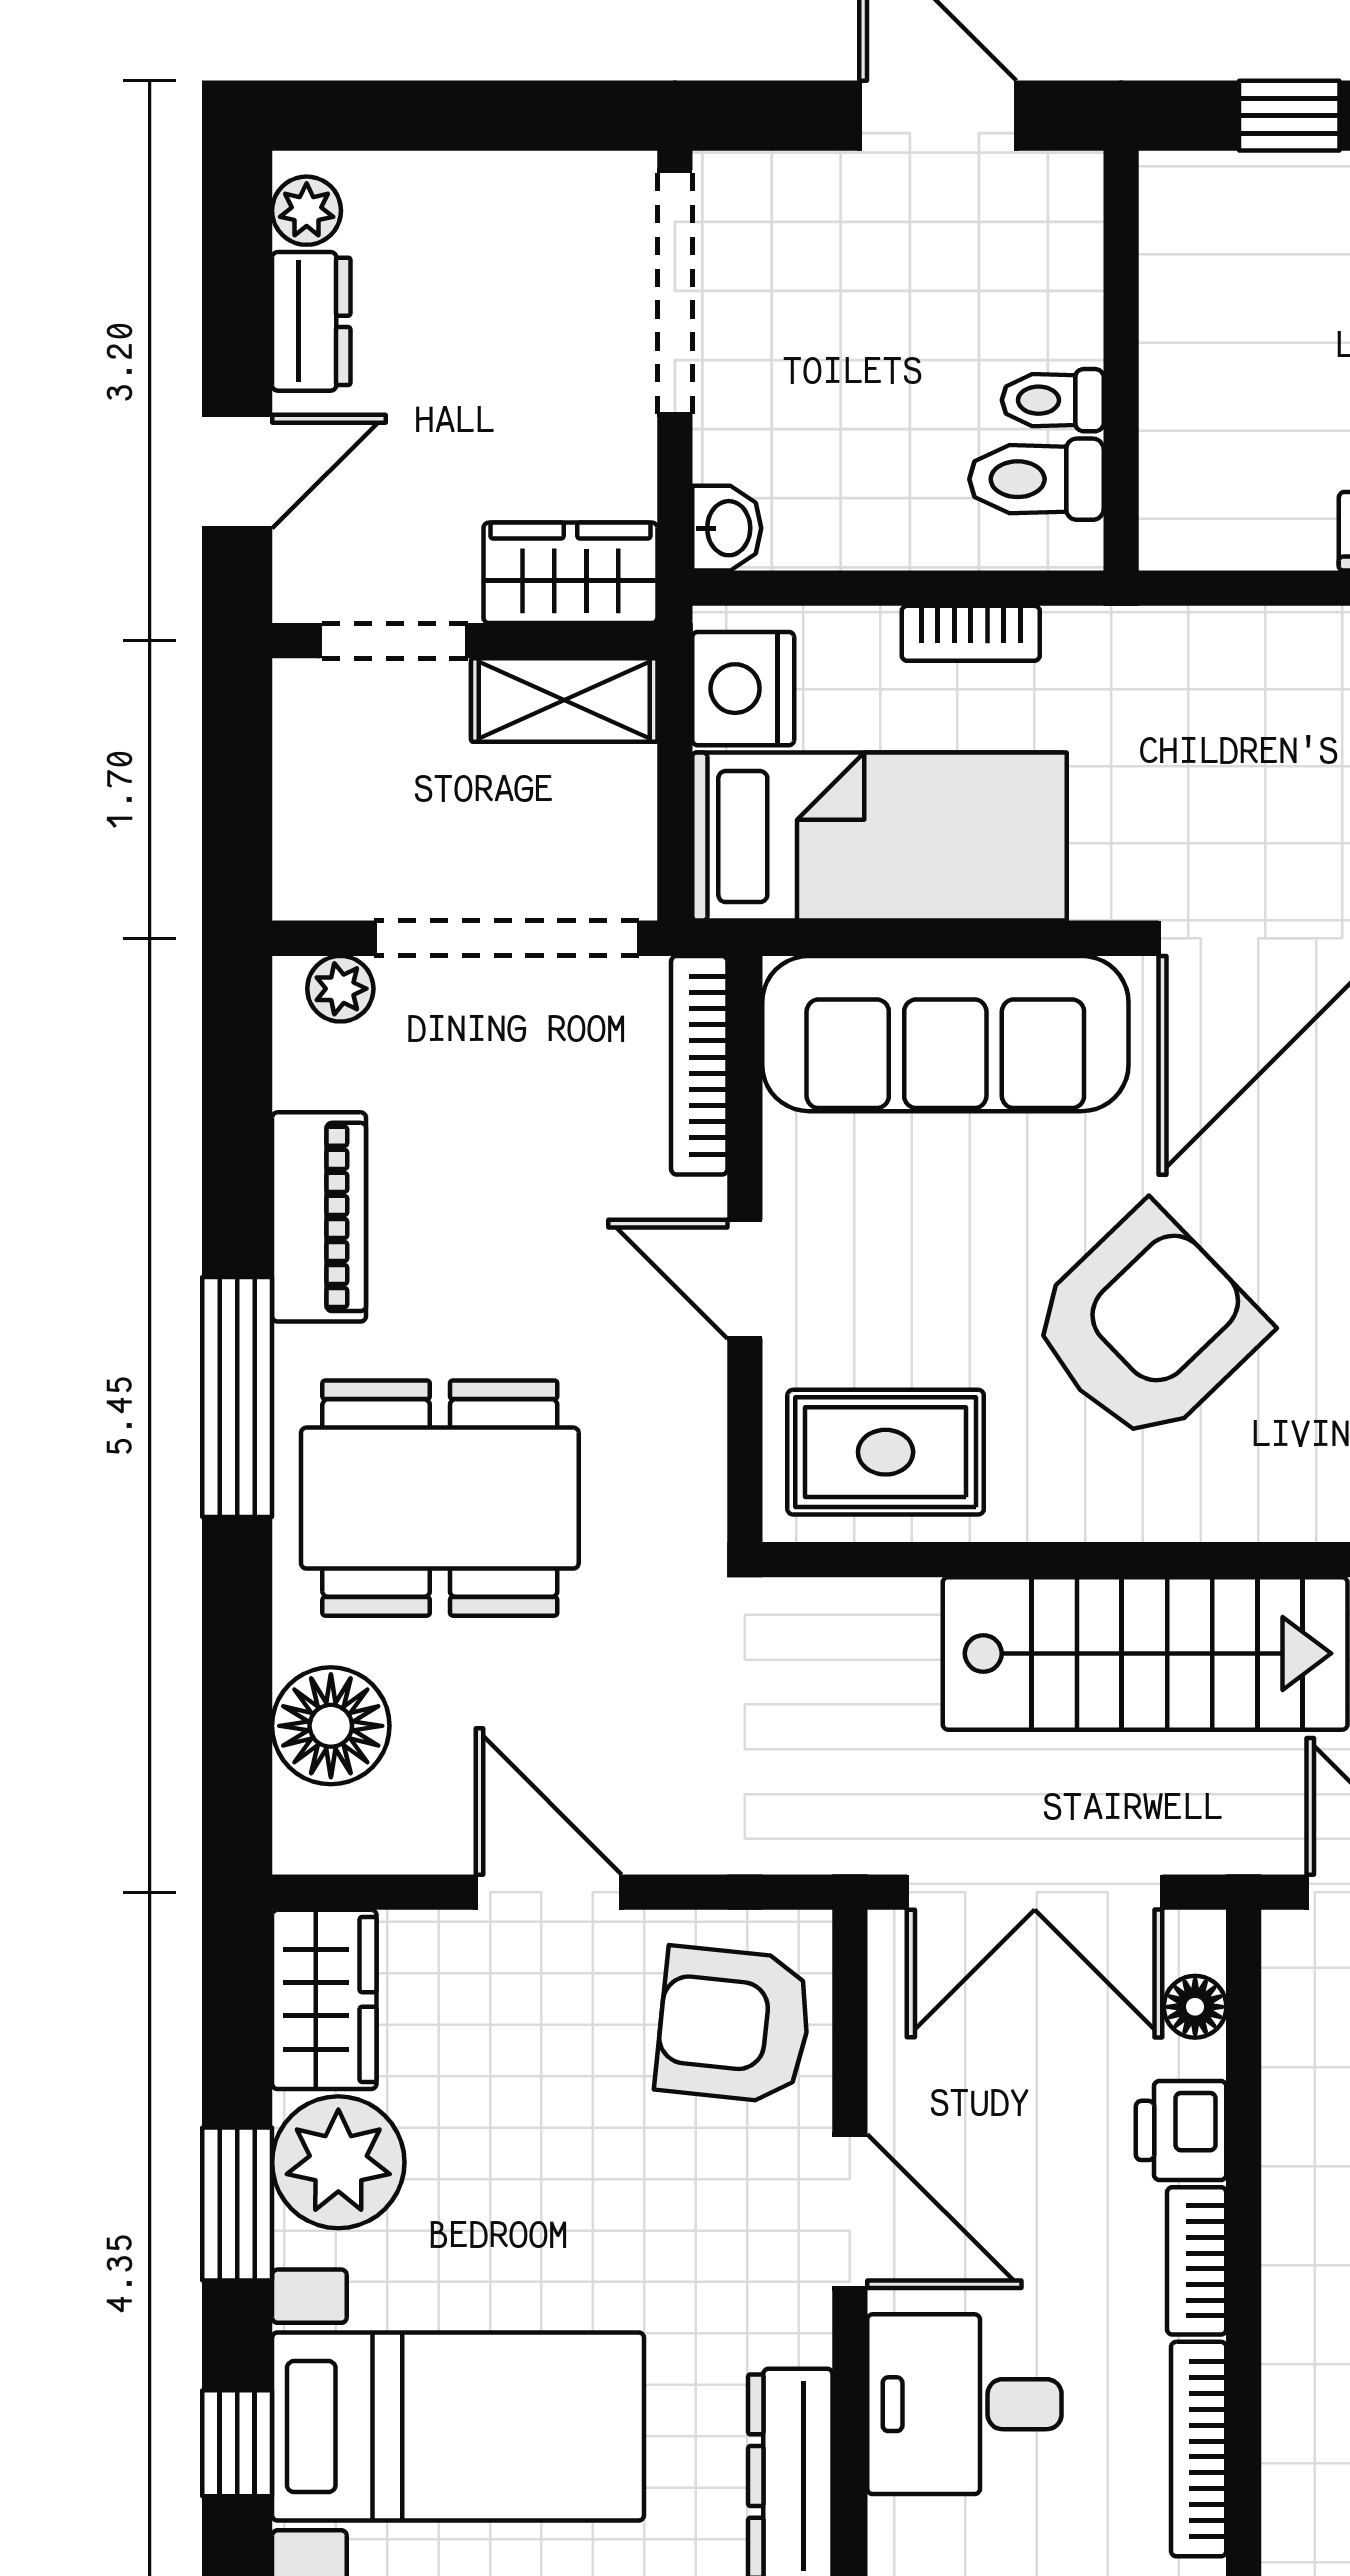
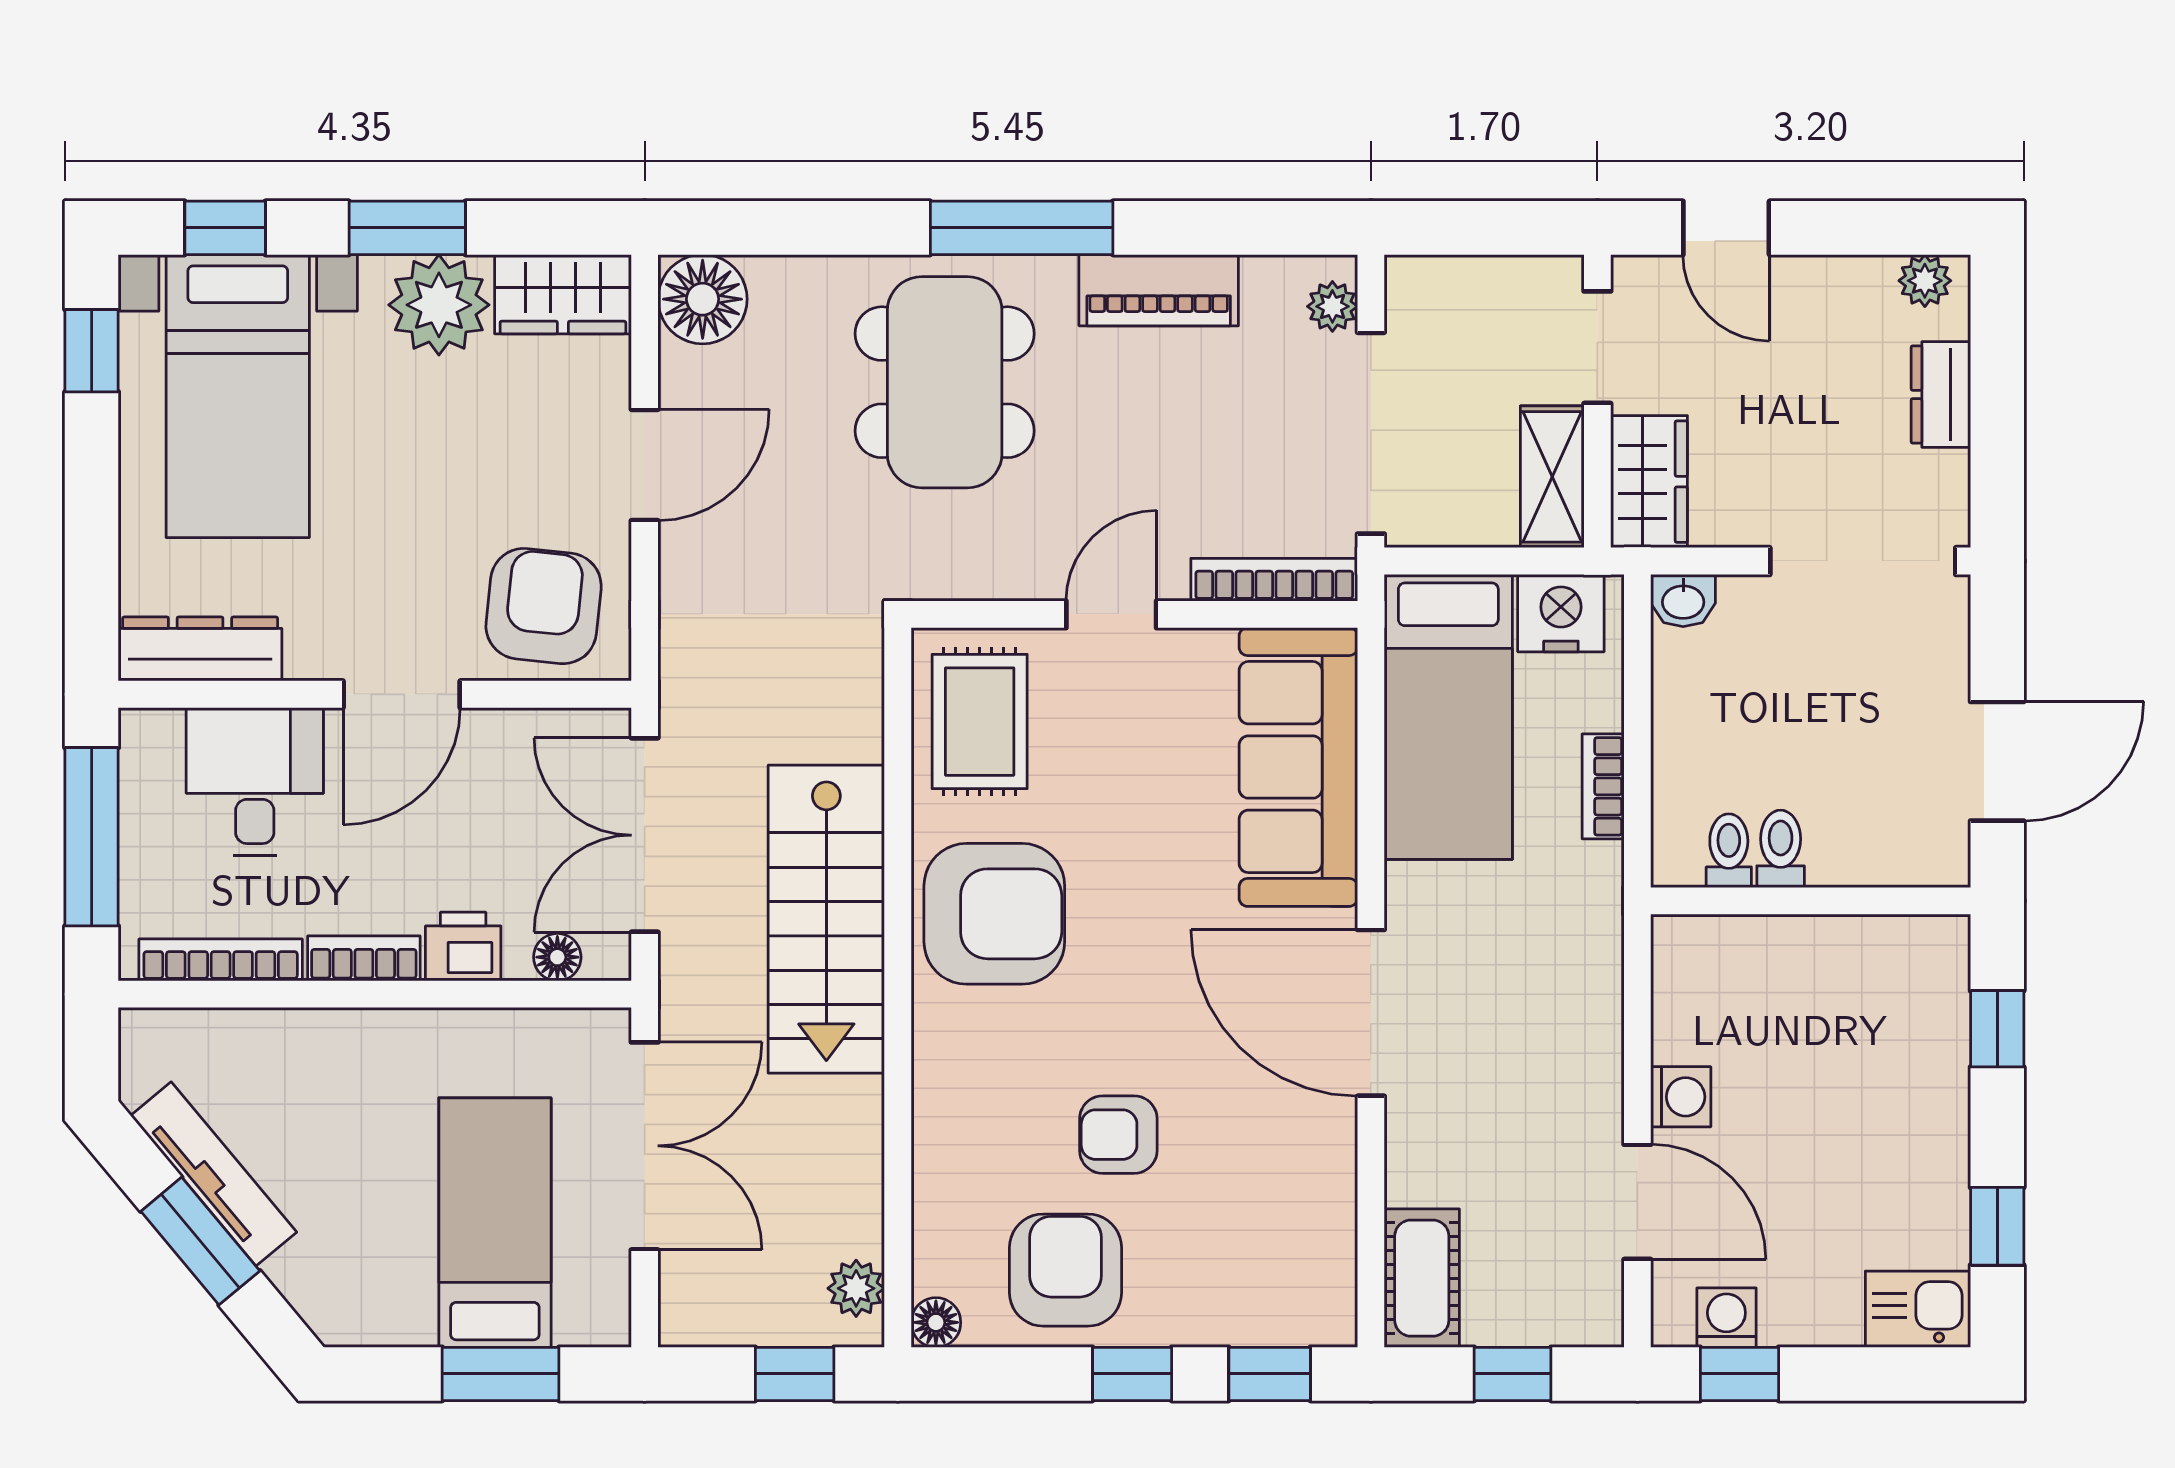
dresser: (311, 321) -> (1941, 395), moved, turned 90
toilet: (1036, 479) -> (1729, 851), width x0.73, depth x0.72
armchair: (1147, 1326) -> (994, 914), moved, turned -46
floor lamp: (331, 1726) -> (703, 299), moved

